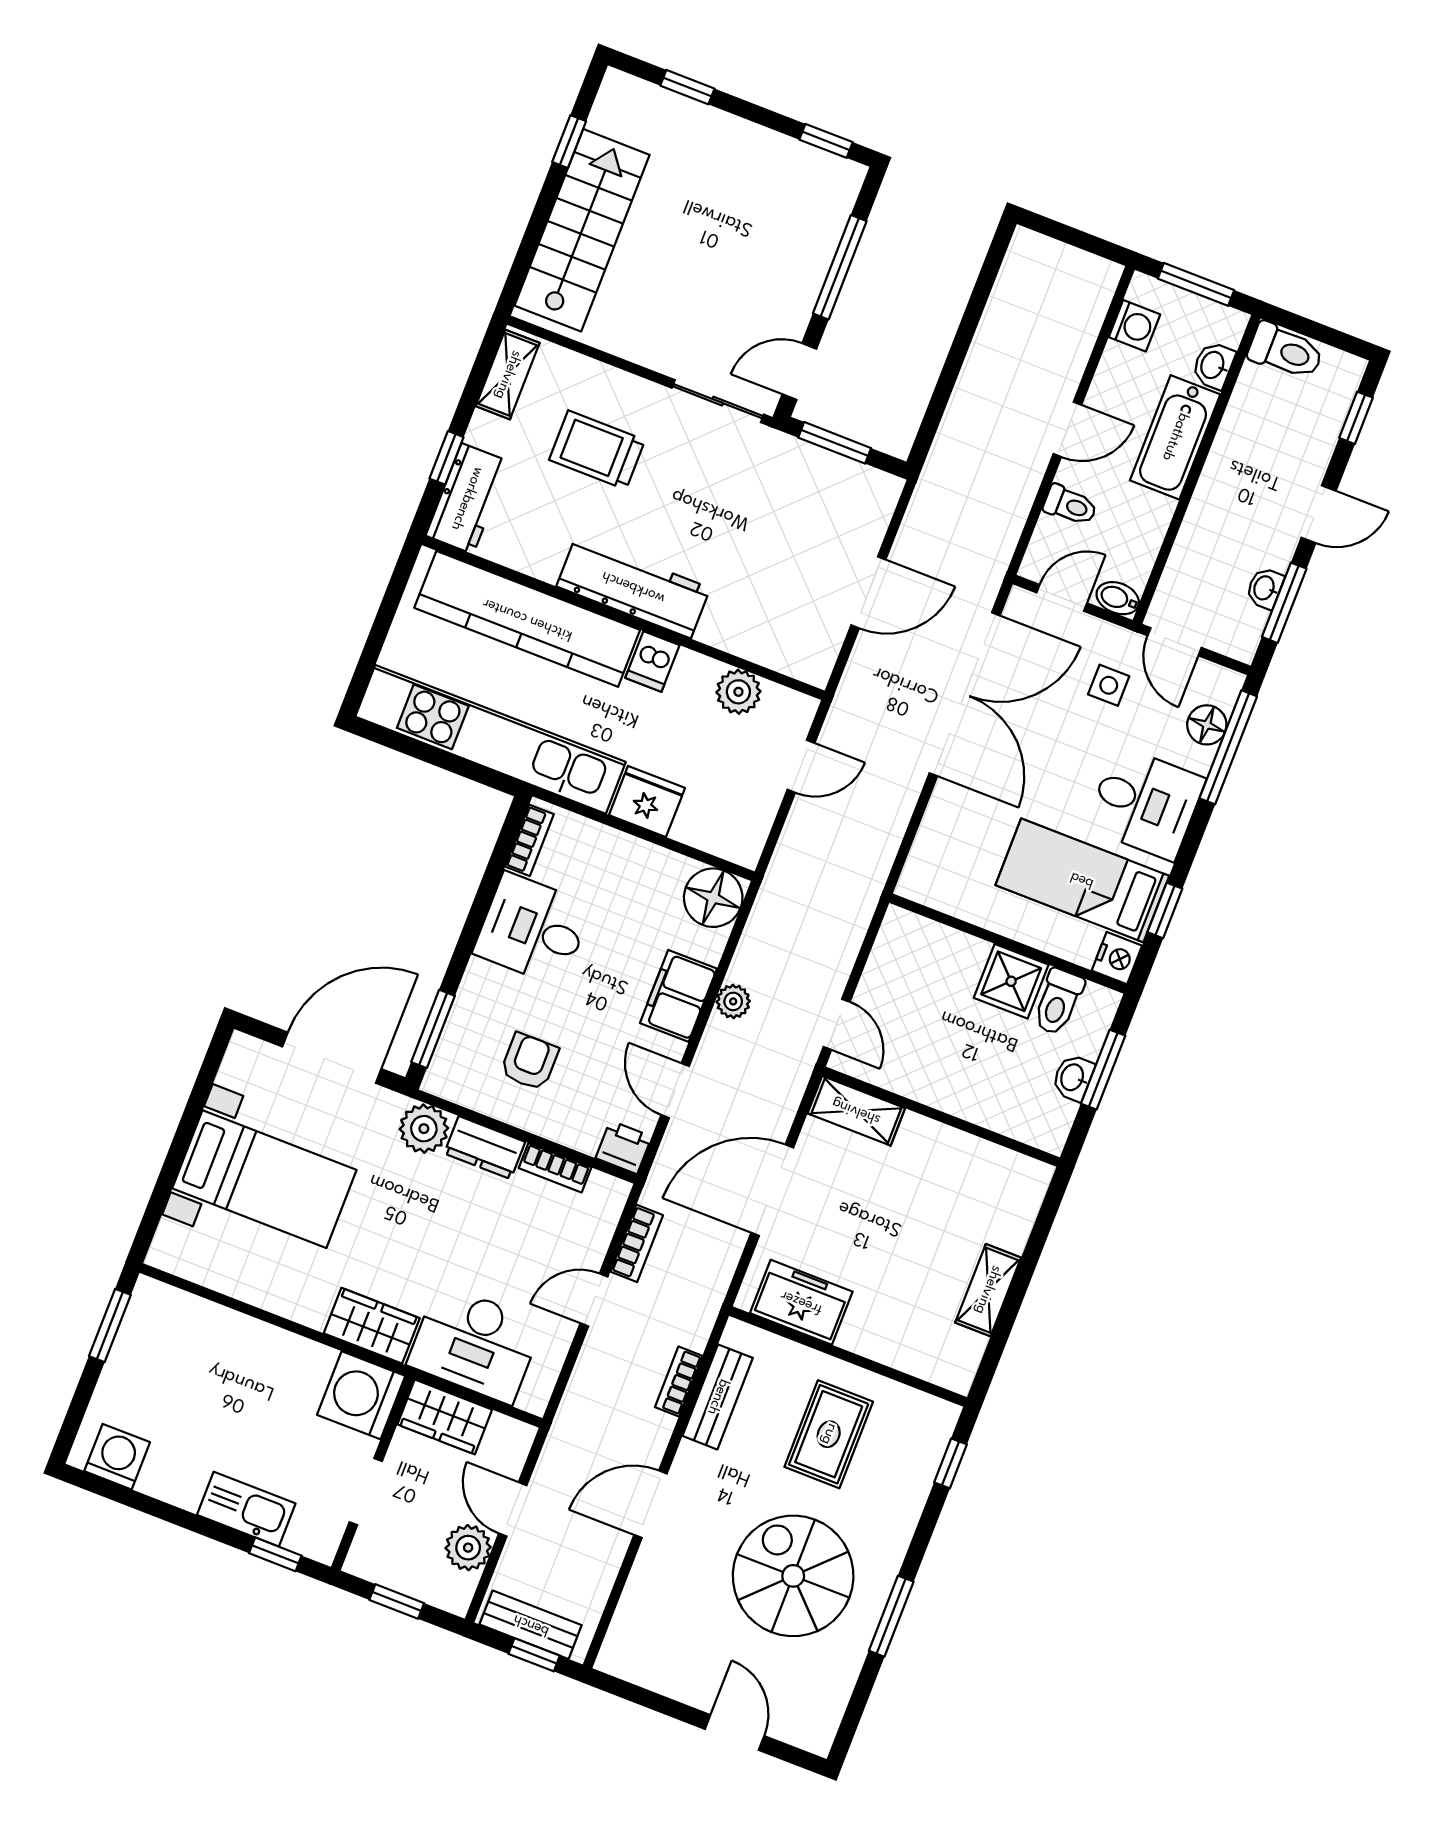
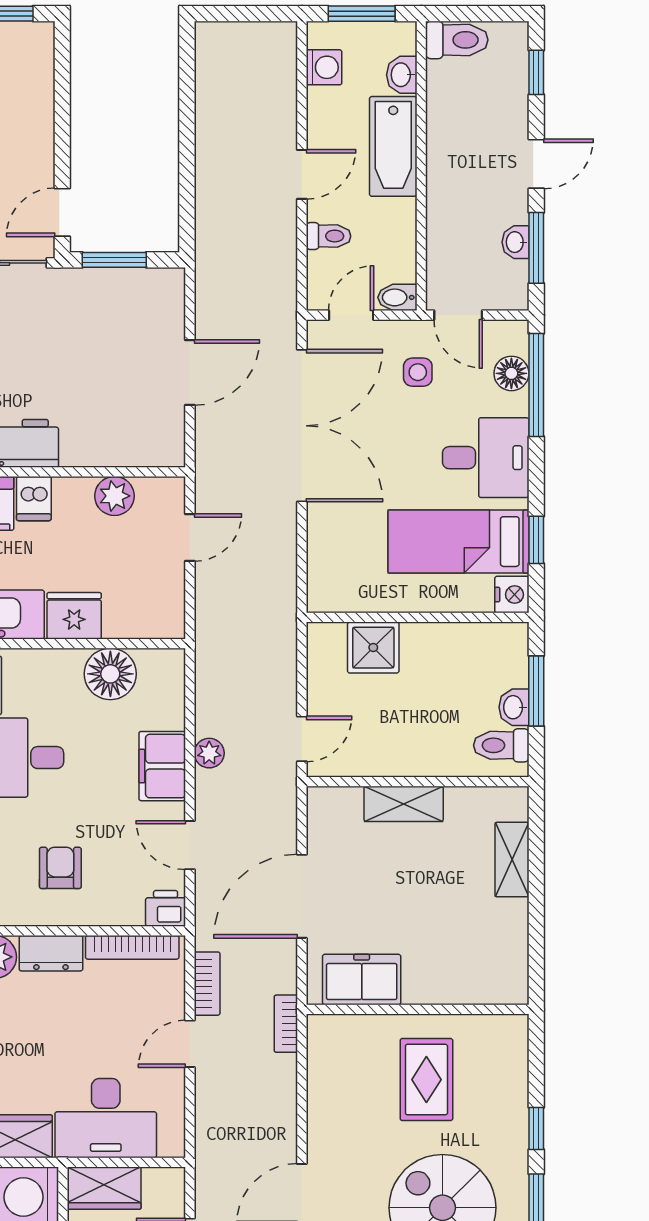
window: (840, 267) -> (62, 113), removed
floor lamp: (713, 898) -> (110, 674), moved
shower: (1011, 981) -> (373, 648), moved
toilet: (1058, 1002) -> (501, 745), moved, turned 90
door: (837, 1024) -> (302, 739), hinge flipped
shelving: (856, 1111) -> (404, 804), moved
bookcase: (555, 1168) -> (132, 947), width x1.56
shelving: (988, 1290) -> (512, 860), moved
bookcase: (679, 1381) -> (286, 1024), moved
bench: (718, 1397) -> (323, 1084), removed
window: (950, 1463) -> (536, 1129), moved

